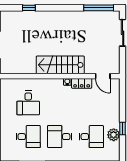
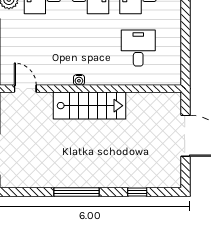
window: (99, 8) -> (77, 192), moved
locker: (82, 83) -> (57, 78), removed

